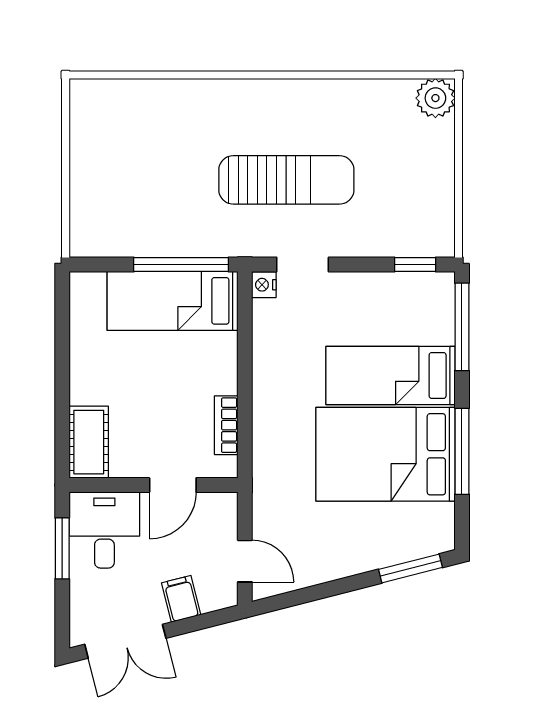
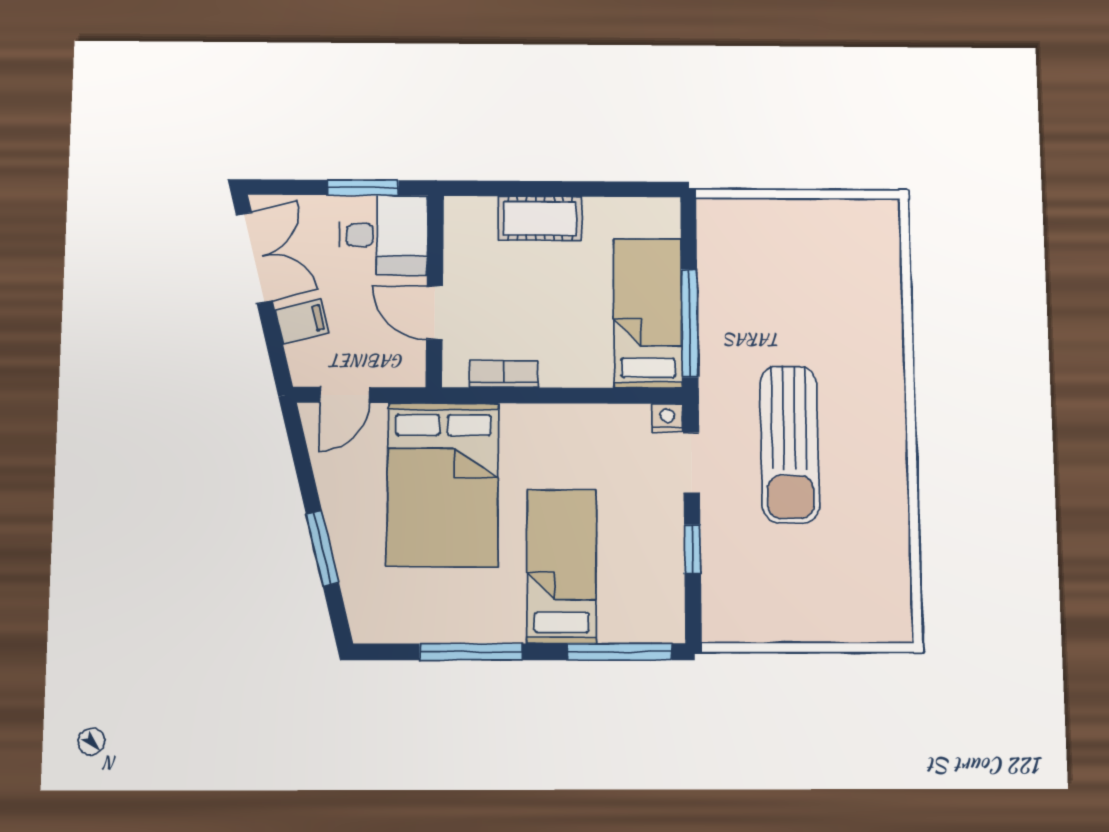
plant: (435, 98) -> (890, 620), removed
window: (415, 264) -> (692, 549), moved
cot: (89, 442) -> (540, 218), moved
bed: (385, 454) -> (443, 484), moved, turned 180
window: (410, 568) -> (322, 549), moved
double door: (125, 641) -> (254, 258), swing flipped

